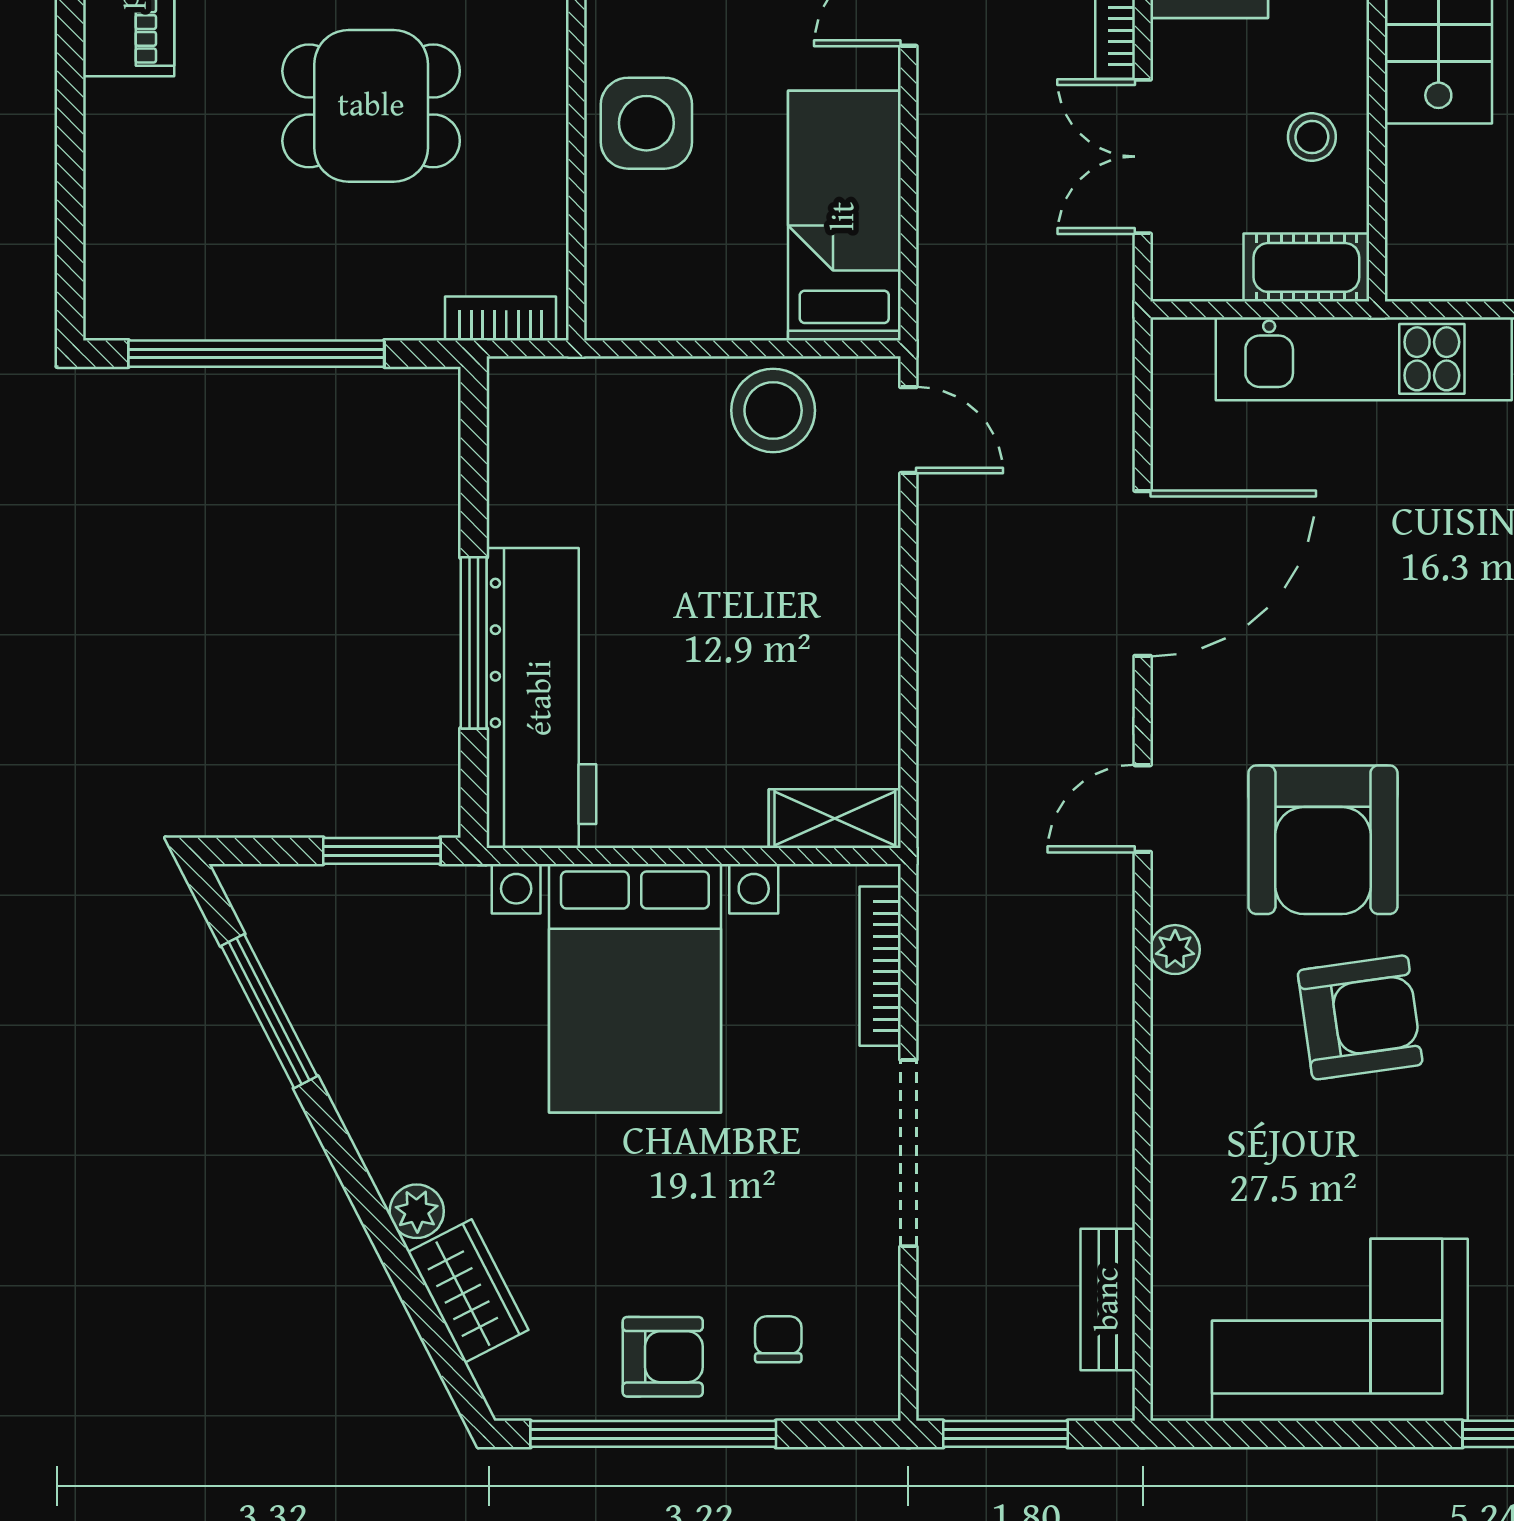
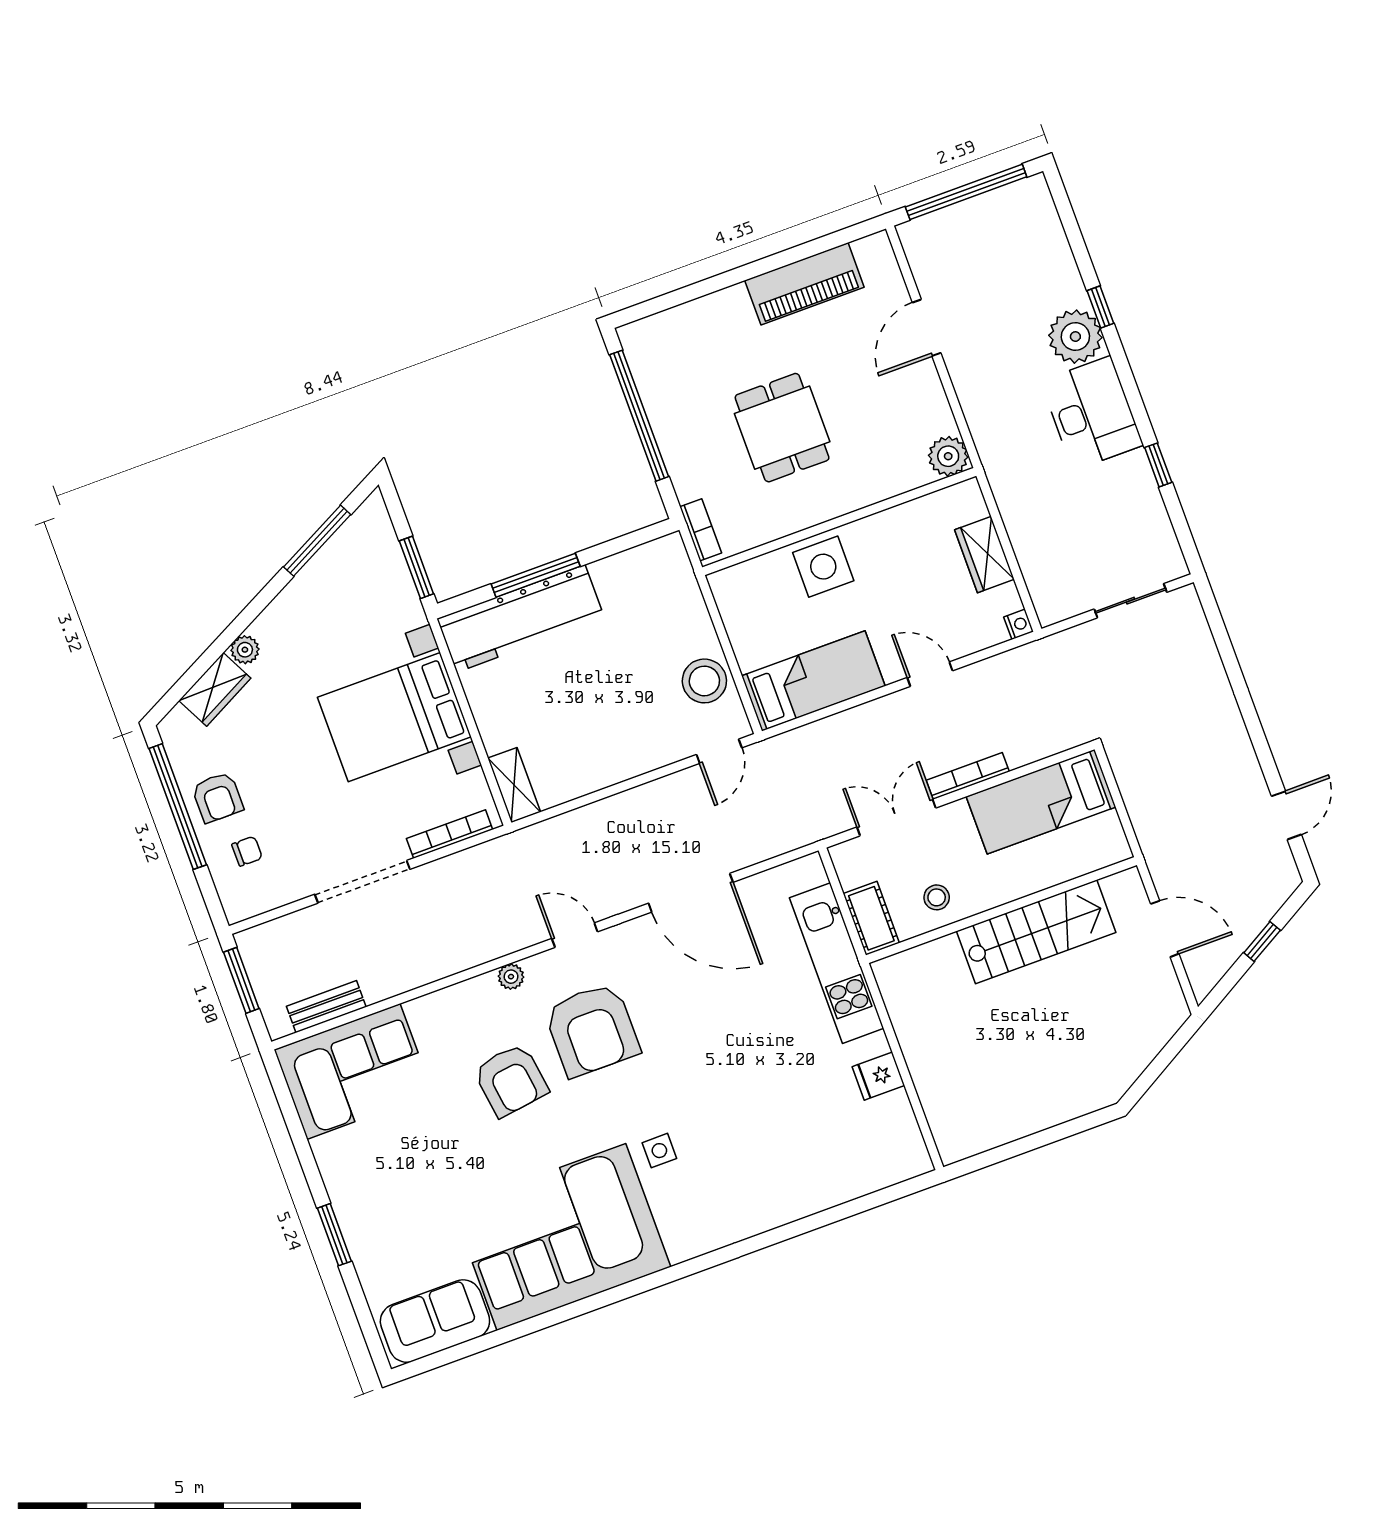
armchair: (1323, 840) -> (592, 1030), turned -90
corner sofa: (1340, 1330) -> (353, 1071), moved, turned 90

